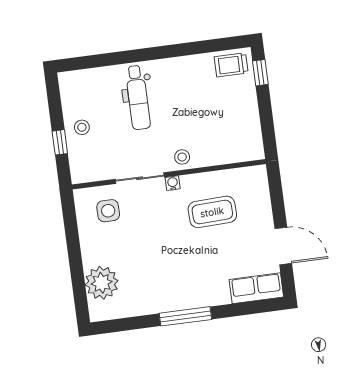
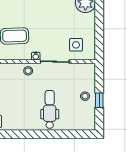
window: (60, 142) -> (99, 100), moved

